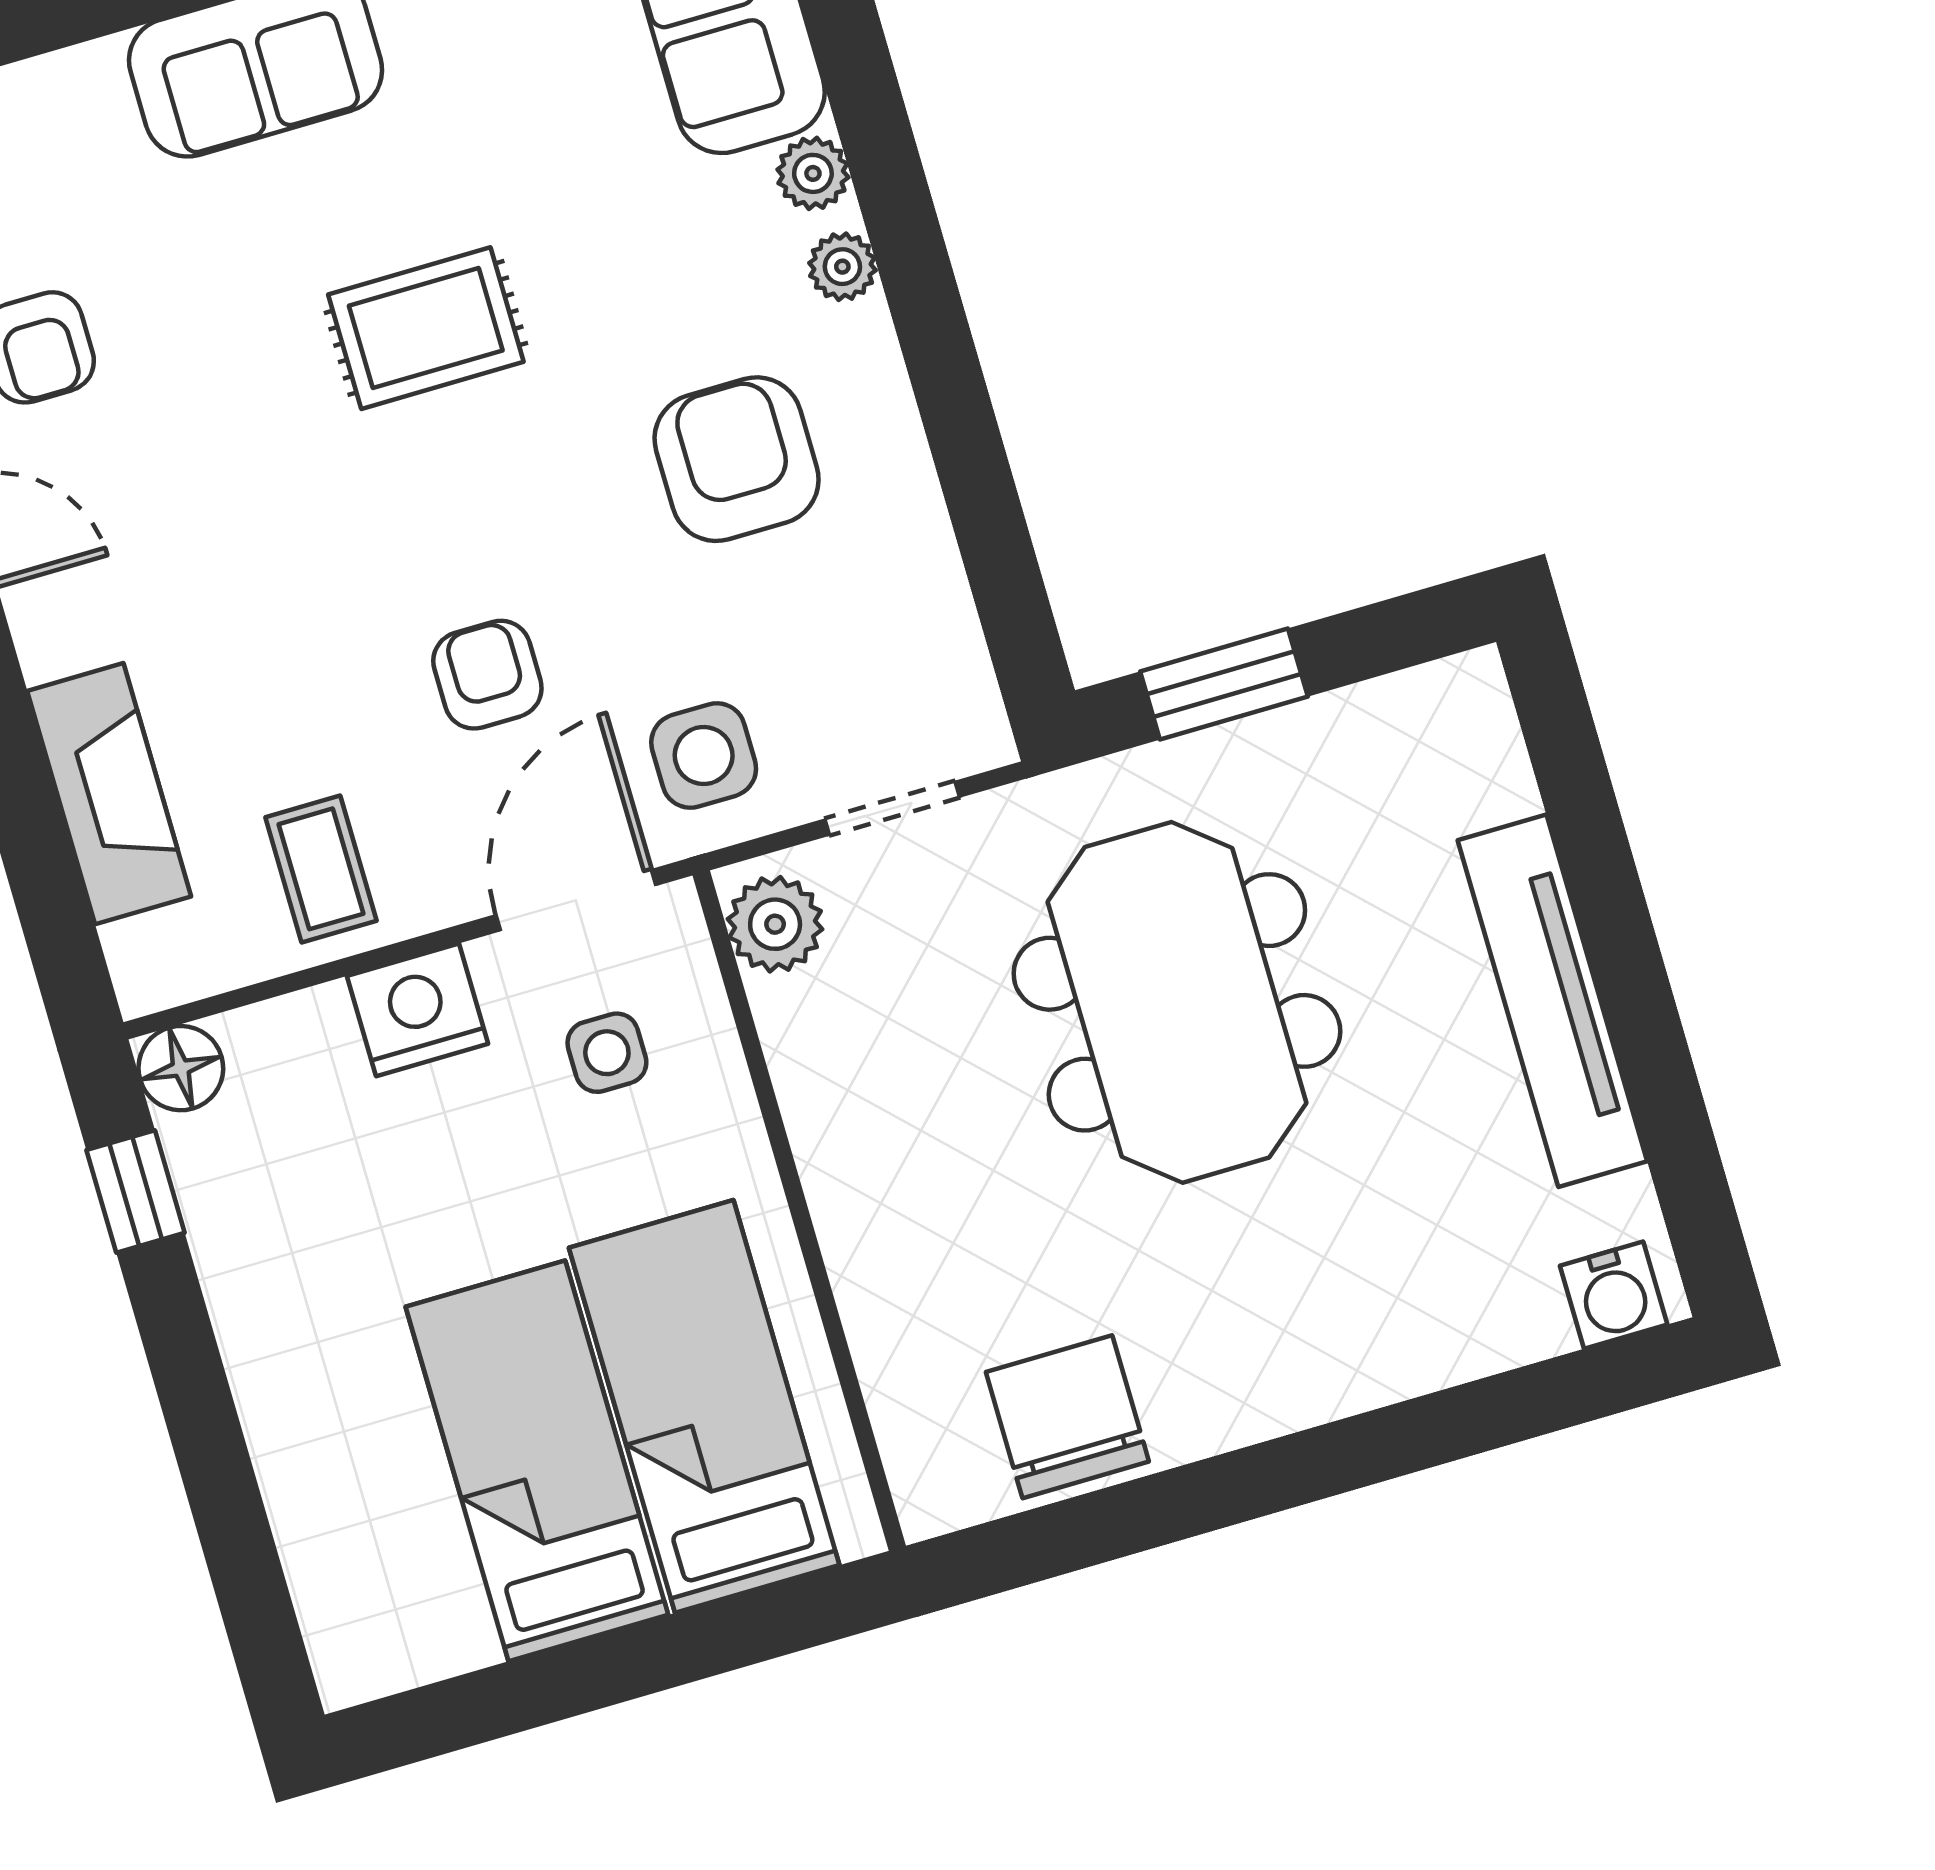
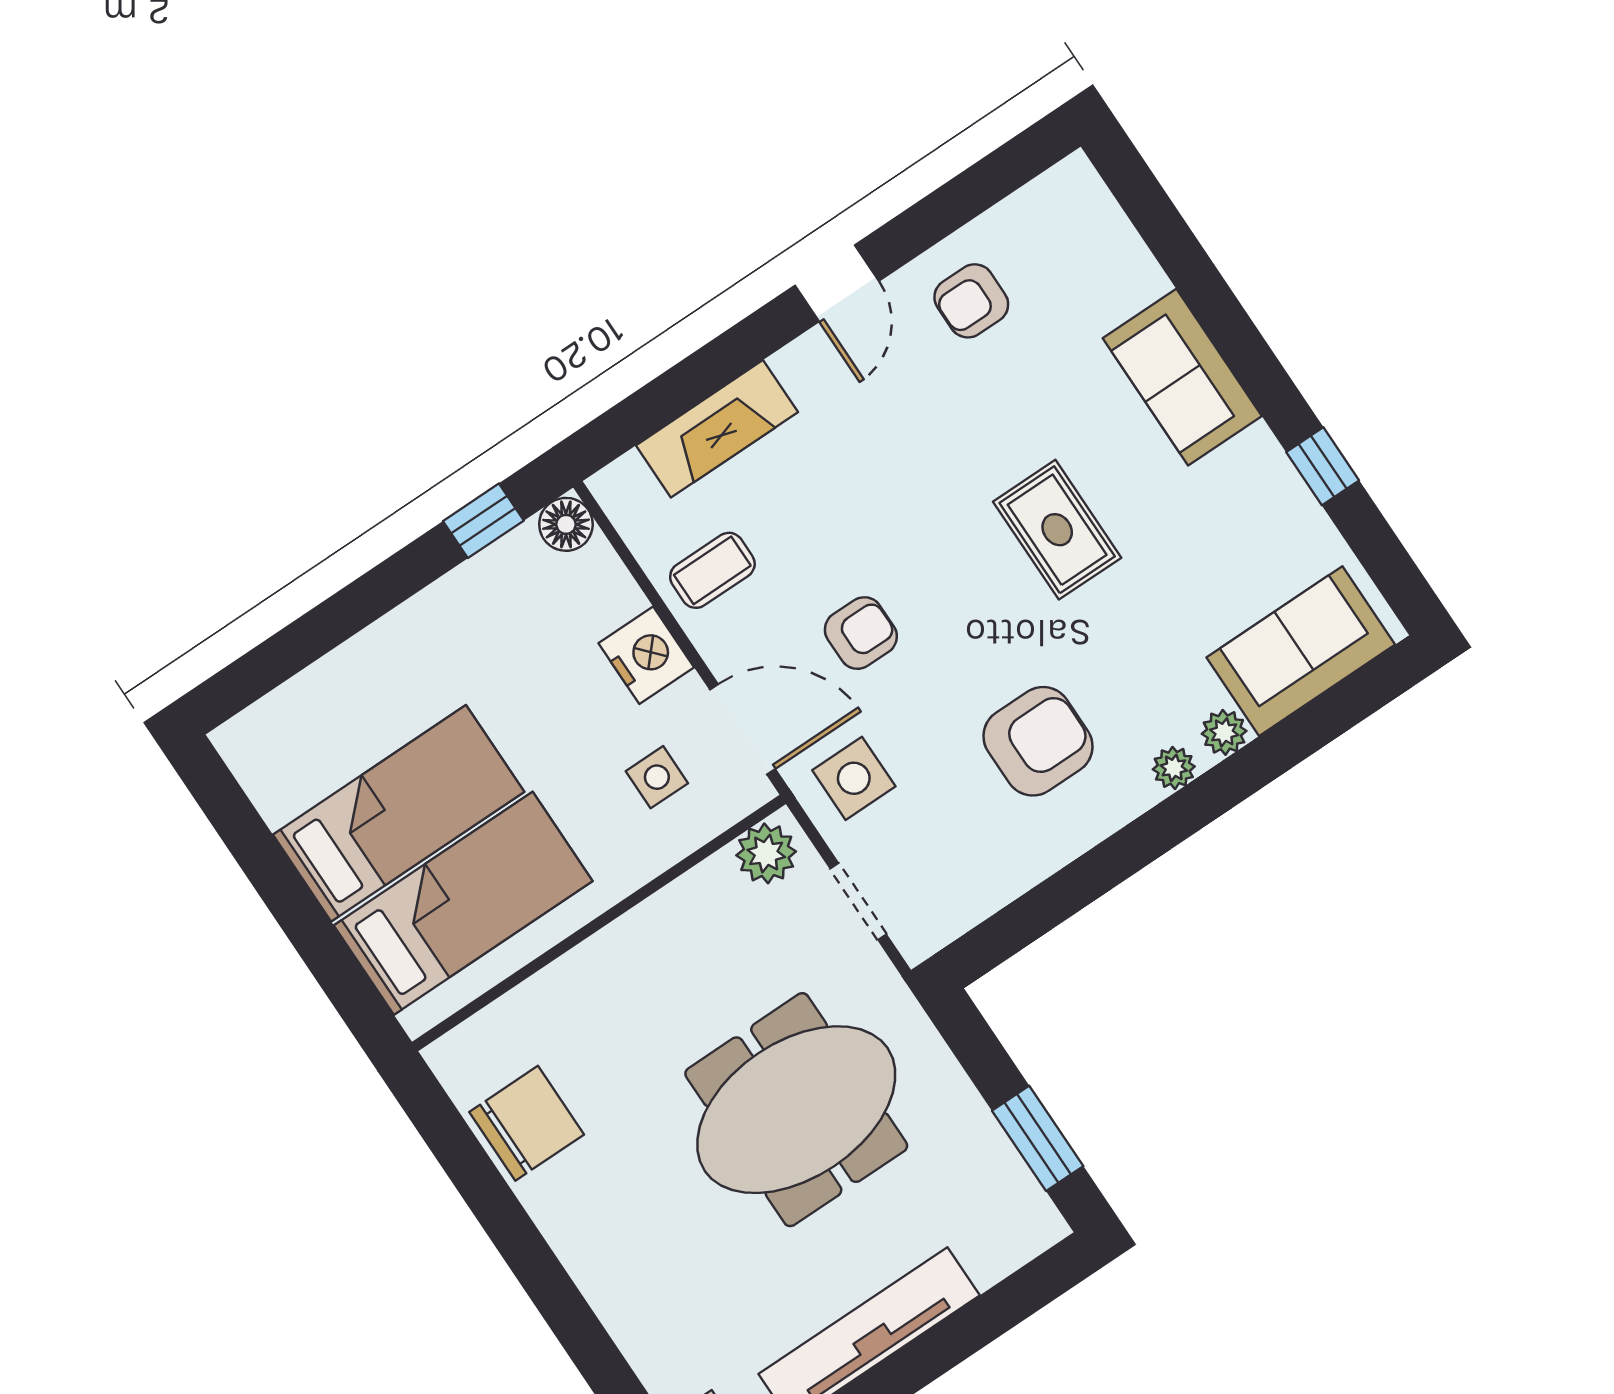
window: (1224, 684) -> (1038, 1138), moved

